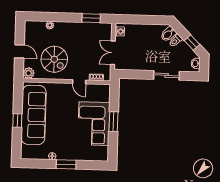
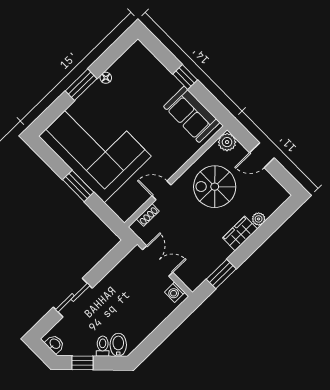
wardrobe: (65, 27) -> (240, 233), added
sofa: (34, 115) -> (192, 114), width x0.54, depth x0.79
corner sofa: (94, 124) -> (95, 146), width x1.36, depth x1.36

